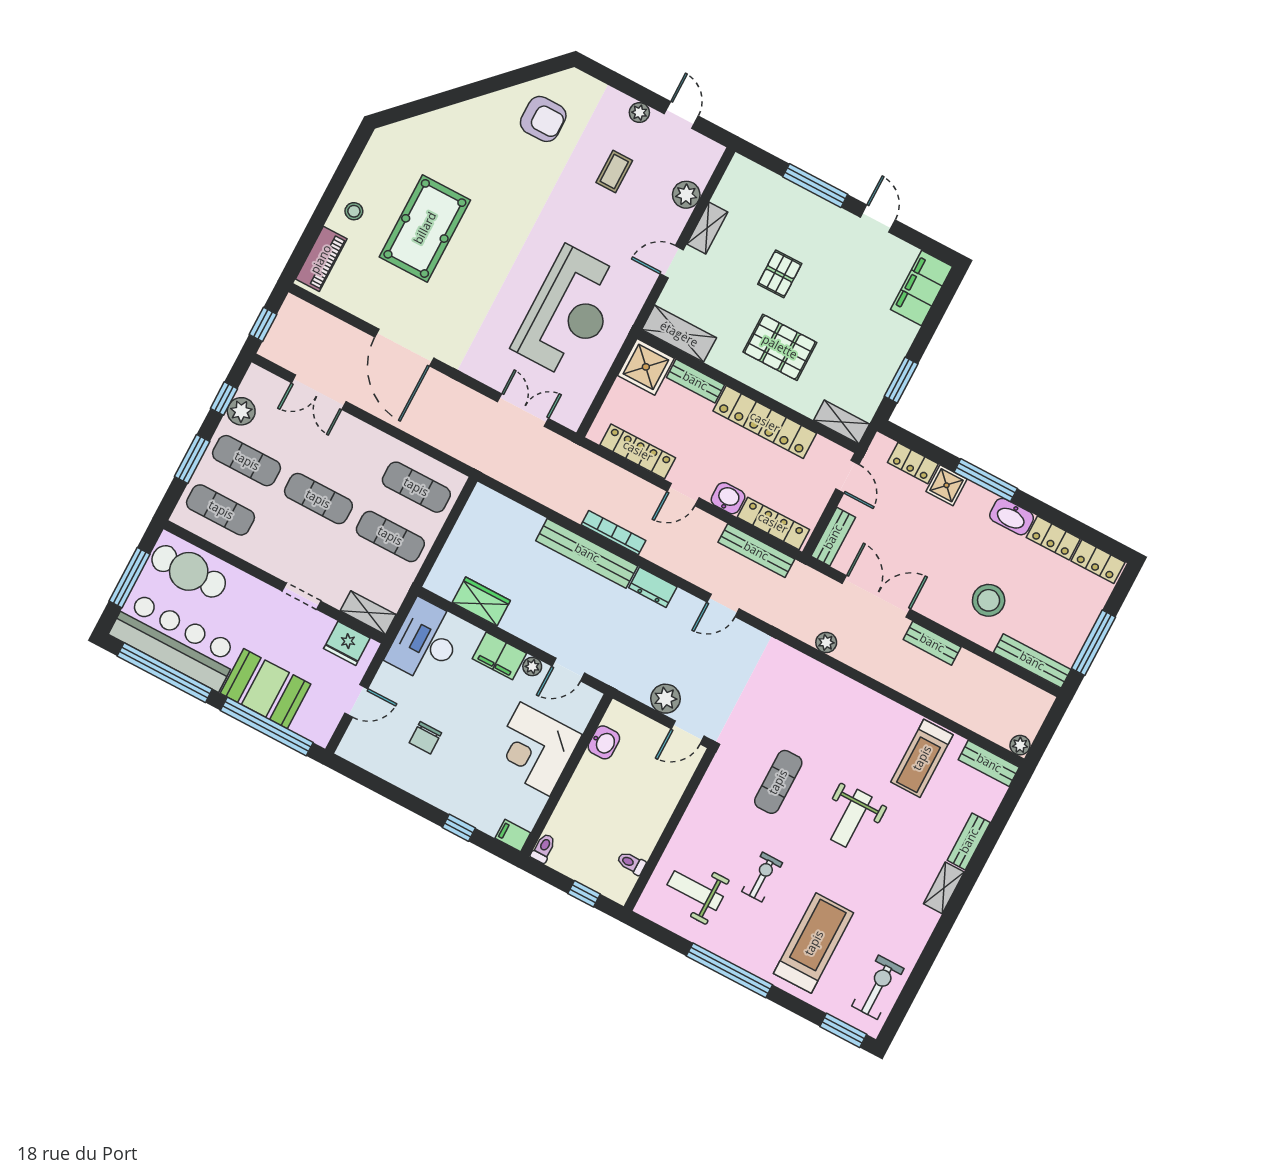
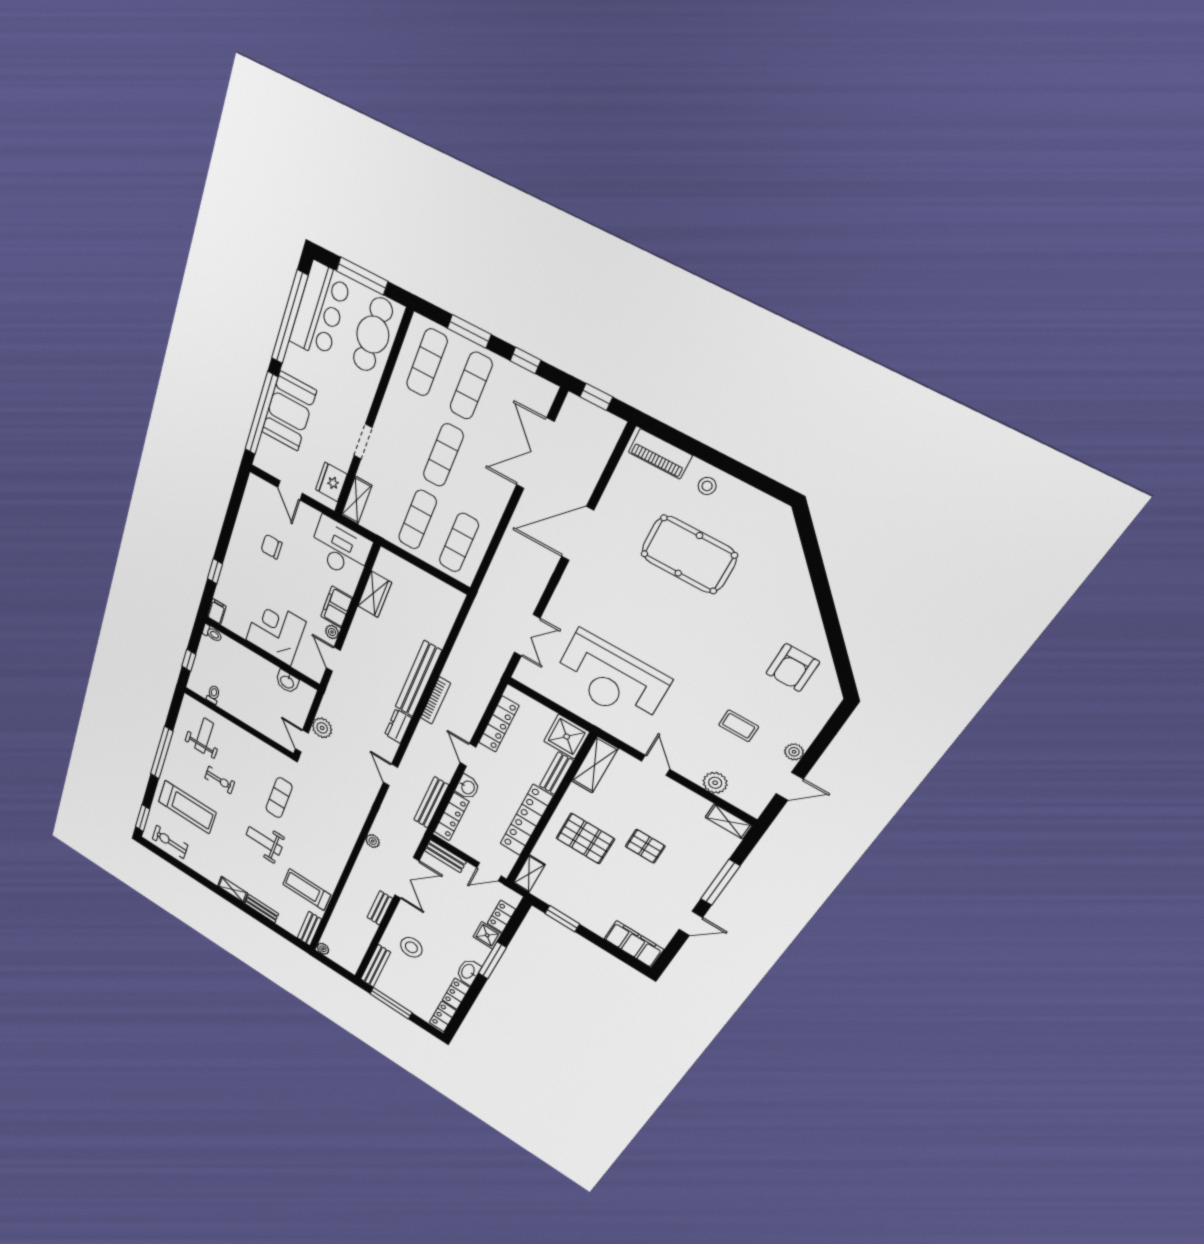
shelving: (707, 228) -> (728, 821), moved
pallet: (780, 347) -> (585, 839), turned 90
double door: (319, 392) -> (535, 454), width x1.37
plant: (241, 411) -> (515, 378), removed
bar counter: (175, 641) -> (320, 311), width x0.73
exercise mat: (778, 782) -> (279, 798), turned 90
exercise bike: (878, 987) -> (170, 842), turned 180

